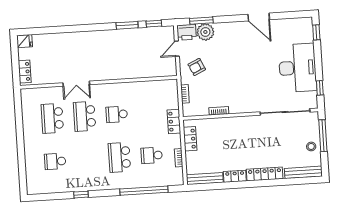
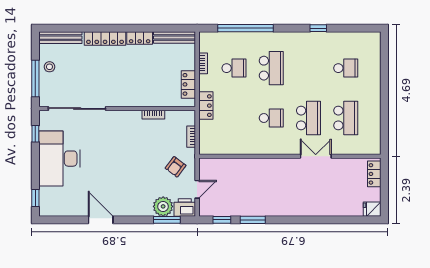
armchair: (197, 67) -> (176, 167), turned 152

